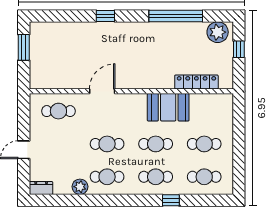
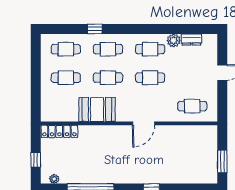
plant: (218, 32) -> (54, 179), width x0.53, depth x0.53
locker: (196, 82) -> (59, 131), moved
door: (102, 91) -> (144, 123), moved
dresser: (41, 188) -> (191, 39), moved

